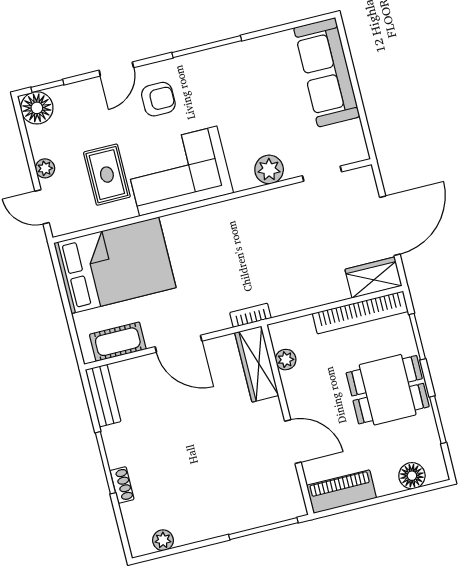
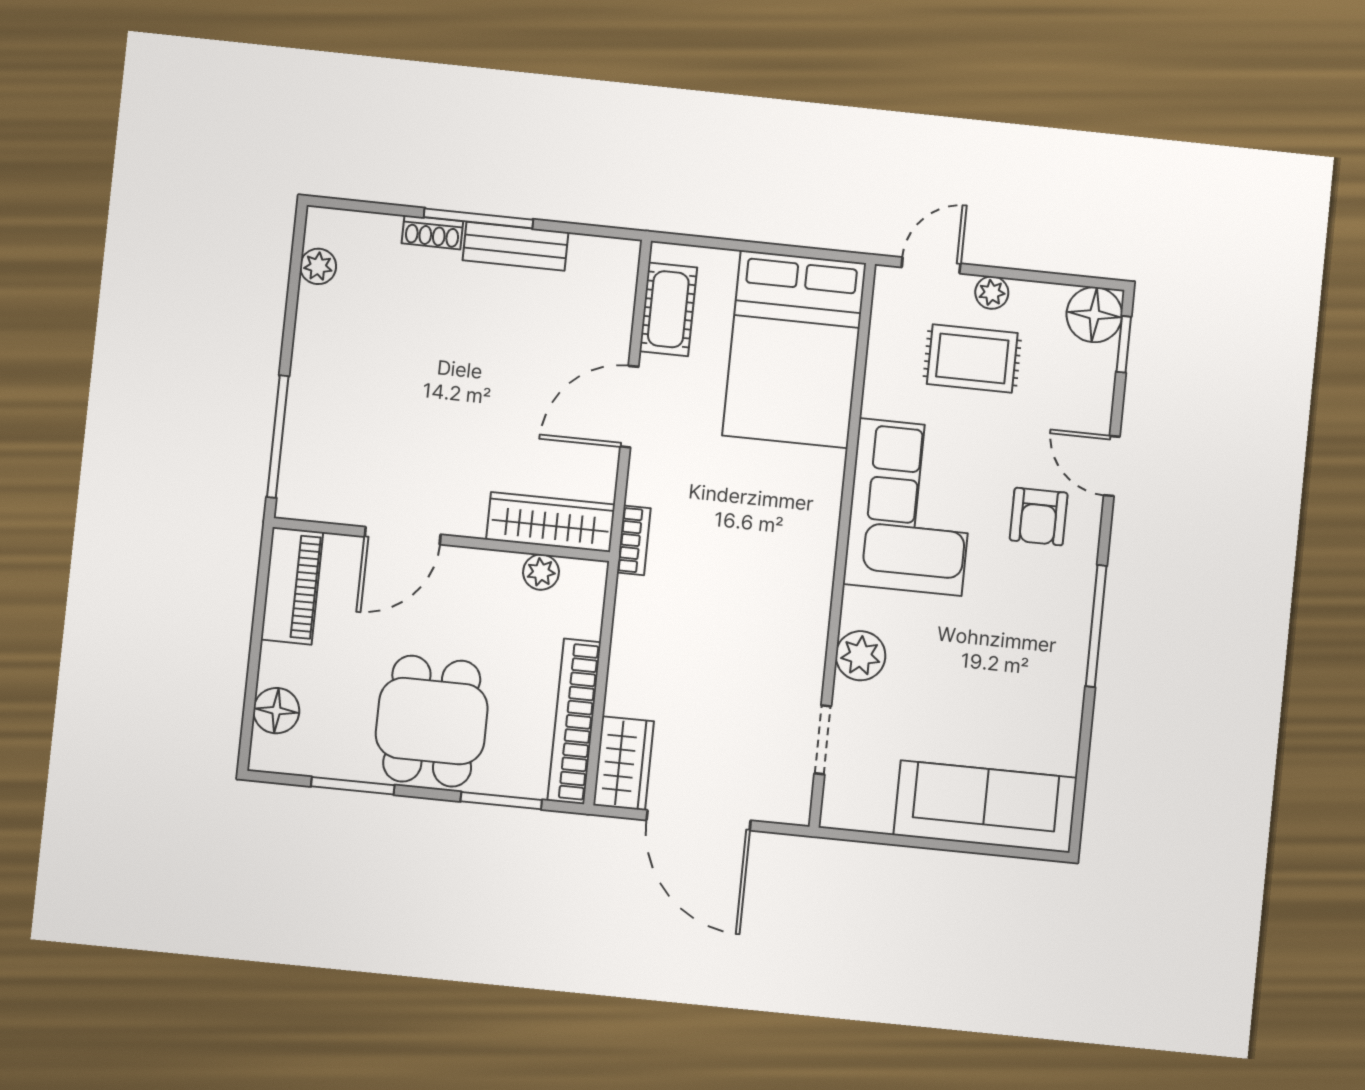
rug: (107, 175) -> (972, 359), moved
bench: (103, 396) -> (516, 246), moved

